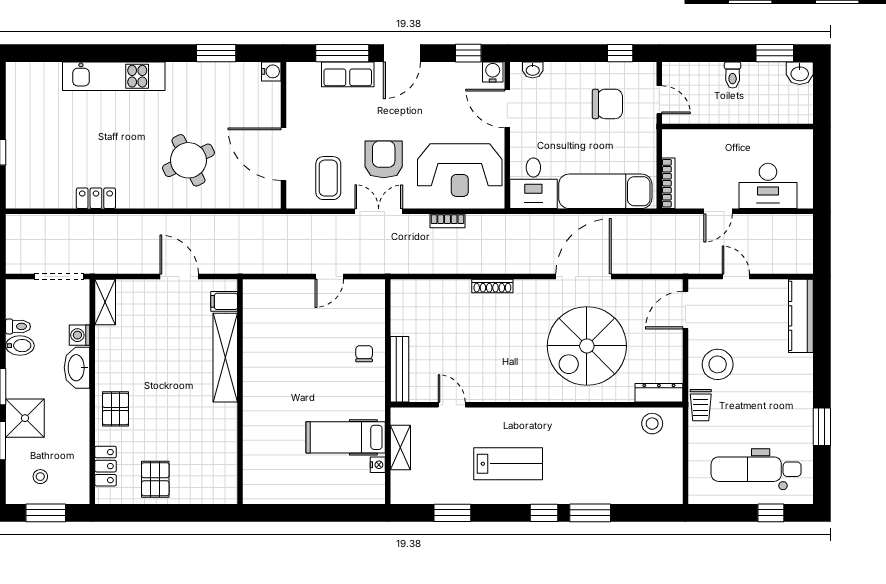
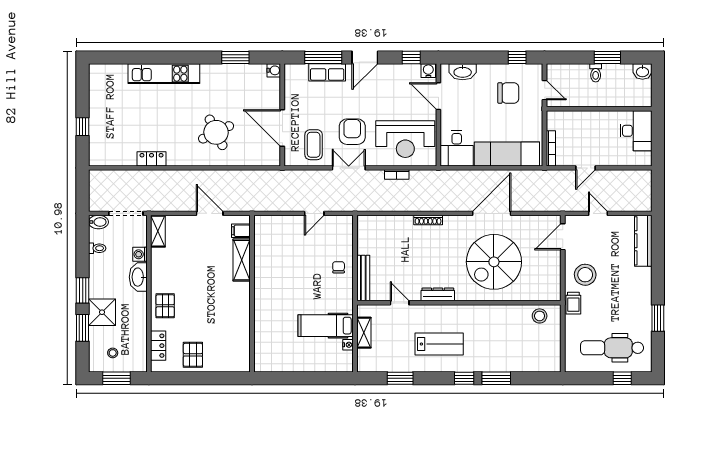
window: (775, 53) -> (607, 58), moved
washbasin: (533, 70) -> (463, 72), width x1.91, depth x1.45
desk: (768, 186) -> (636, 131), moved, turned -90
bidet: (20, 346) -> (98, 222), moved
shelving: (225, 358) -> (242, 260), width x0.68
dresser: (659, 393) -> (438, 294), moved

